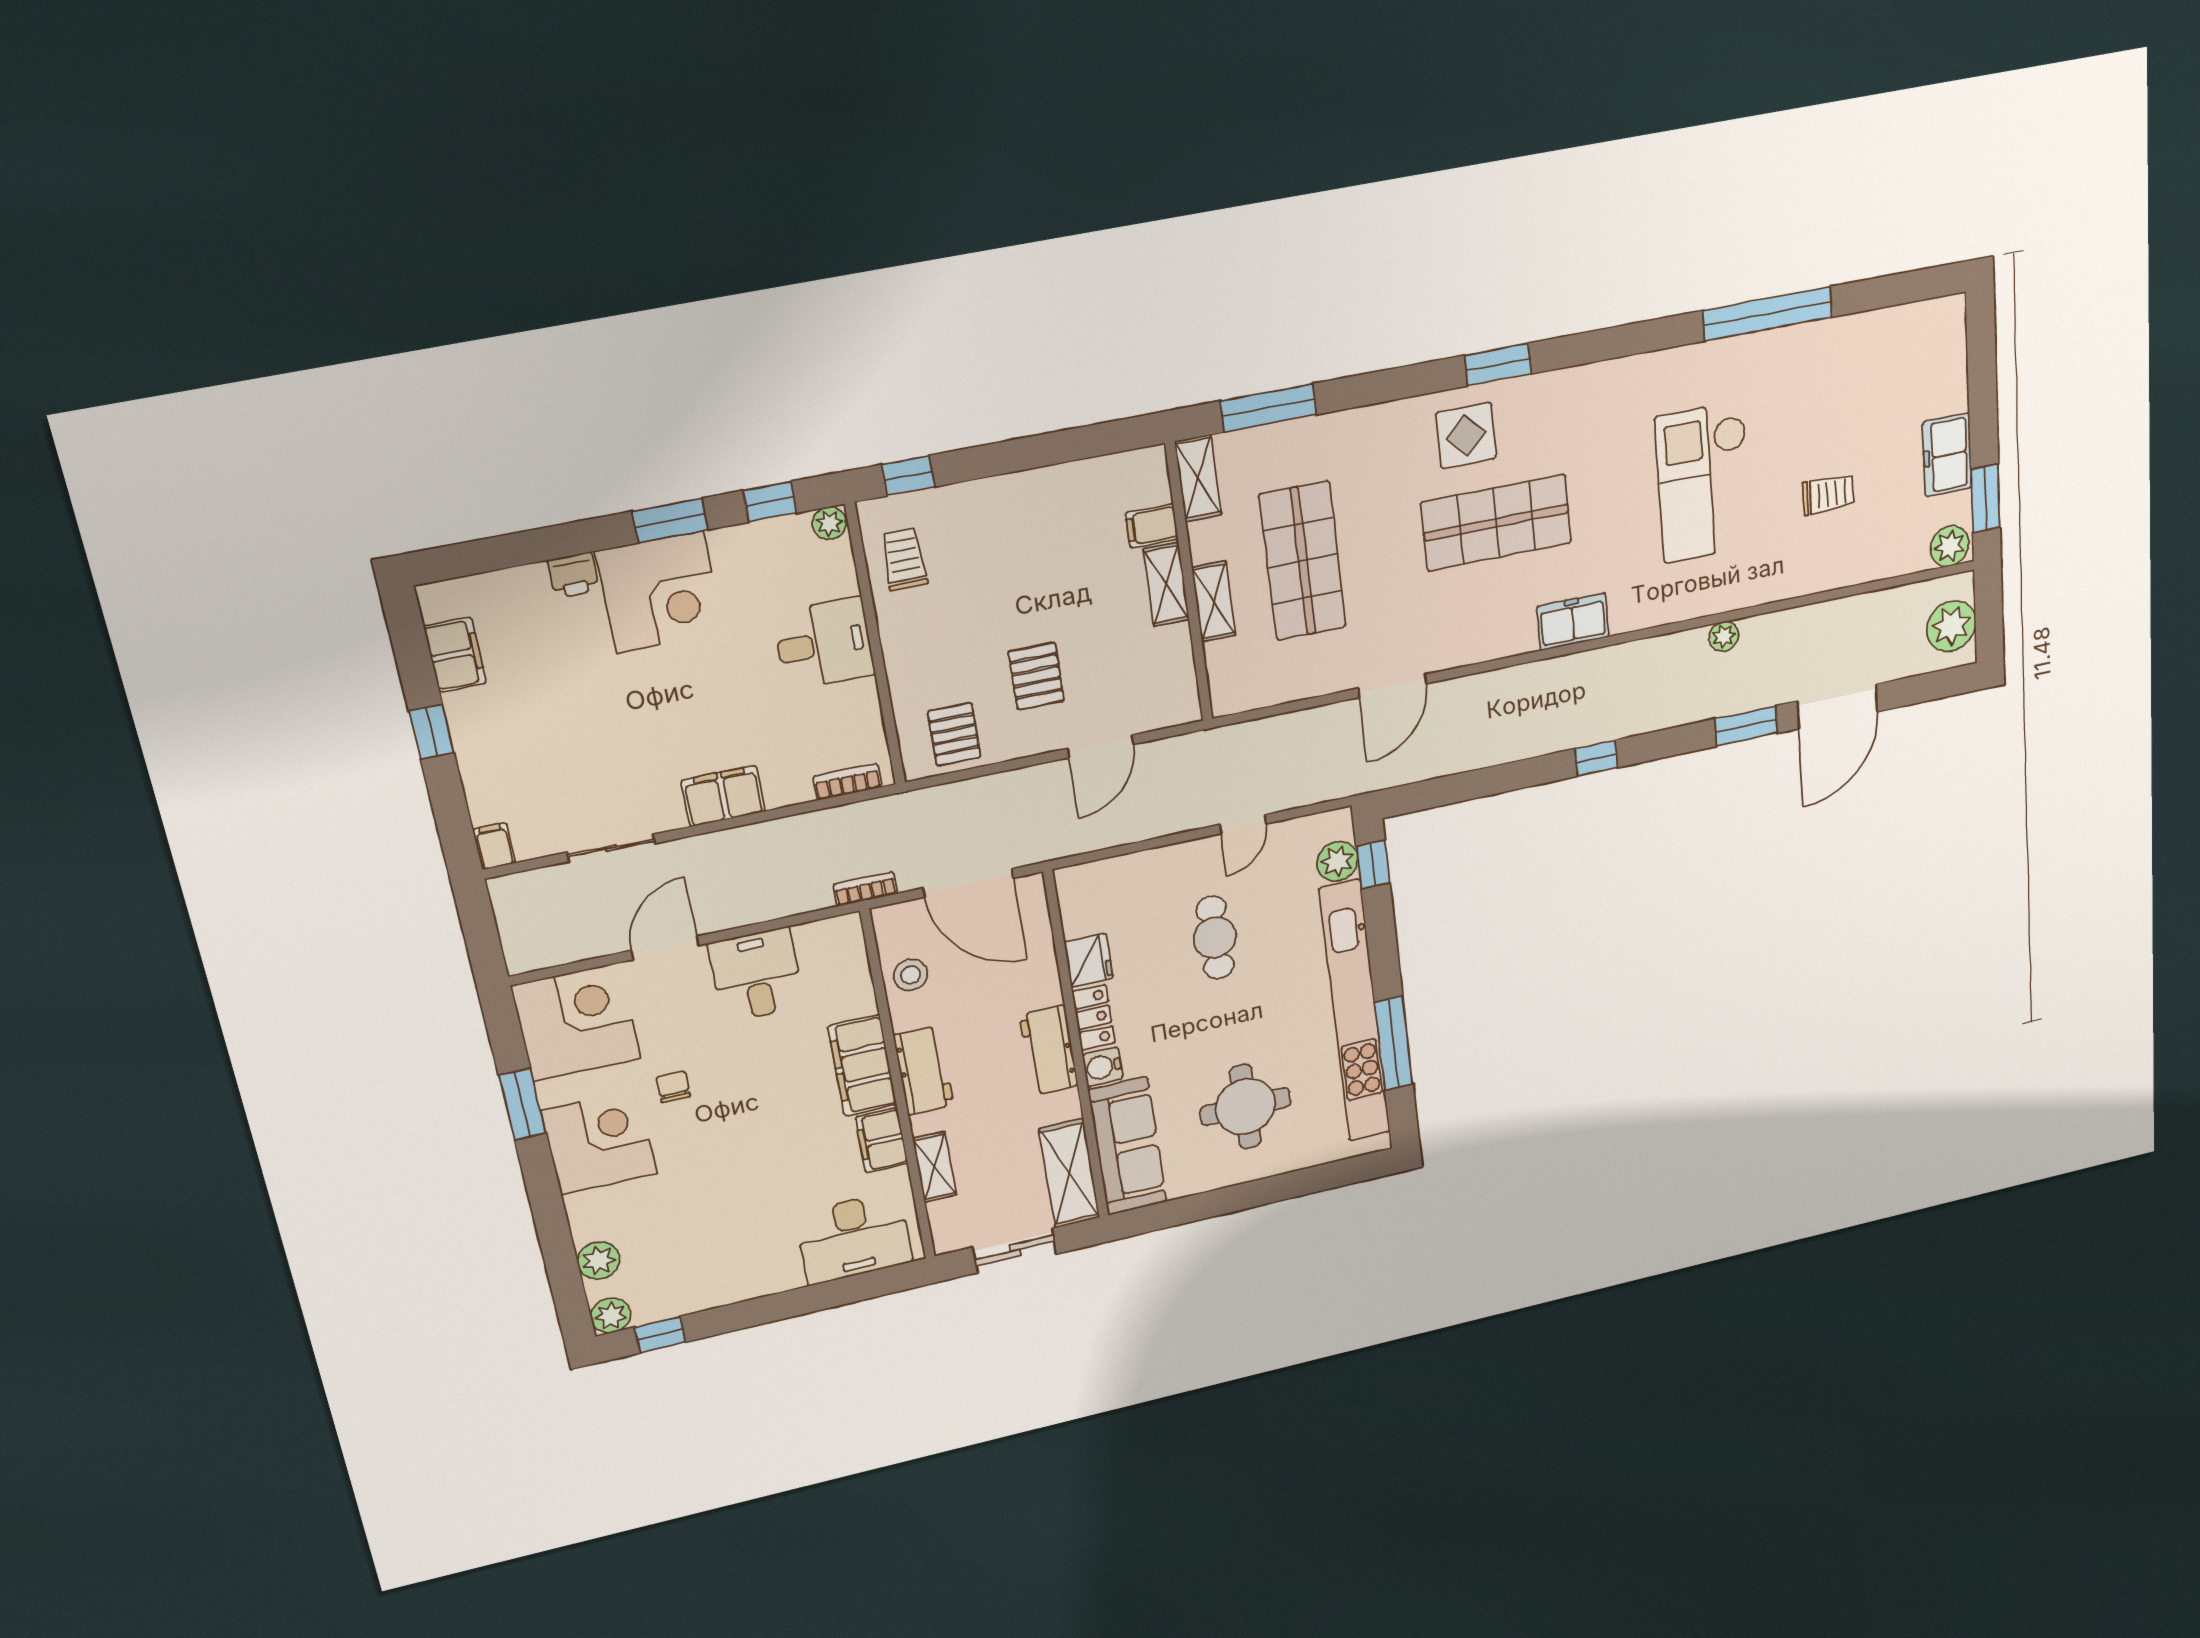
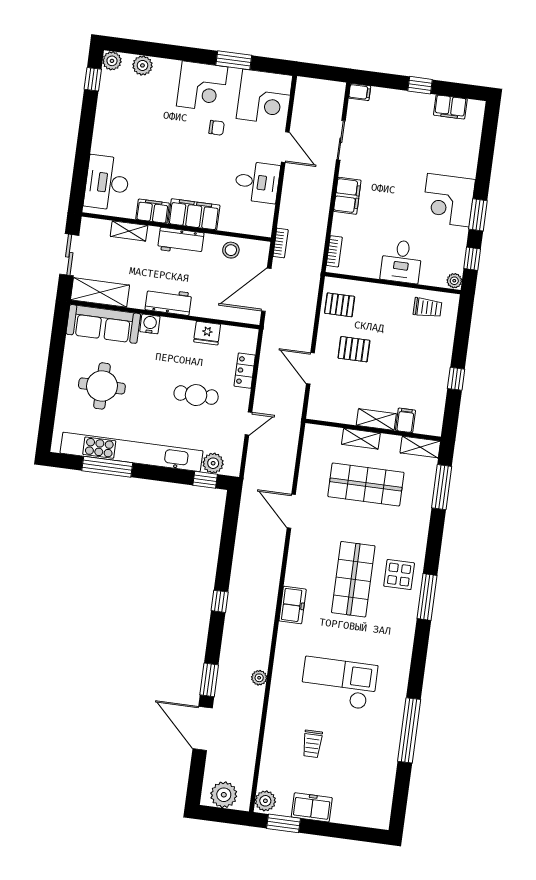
window: (1498, 365) -> (427, 597), width x1.44
window: (908, 476) -> (456, 379), moved
printer: (573, 575) -> (468, 167), removed
door: (1243, 824) -> (248, 423), swing flipped
locker: (1094, 1017) -> (245, 371), moved, turned 90

